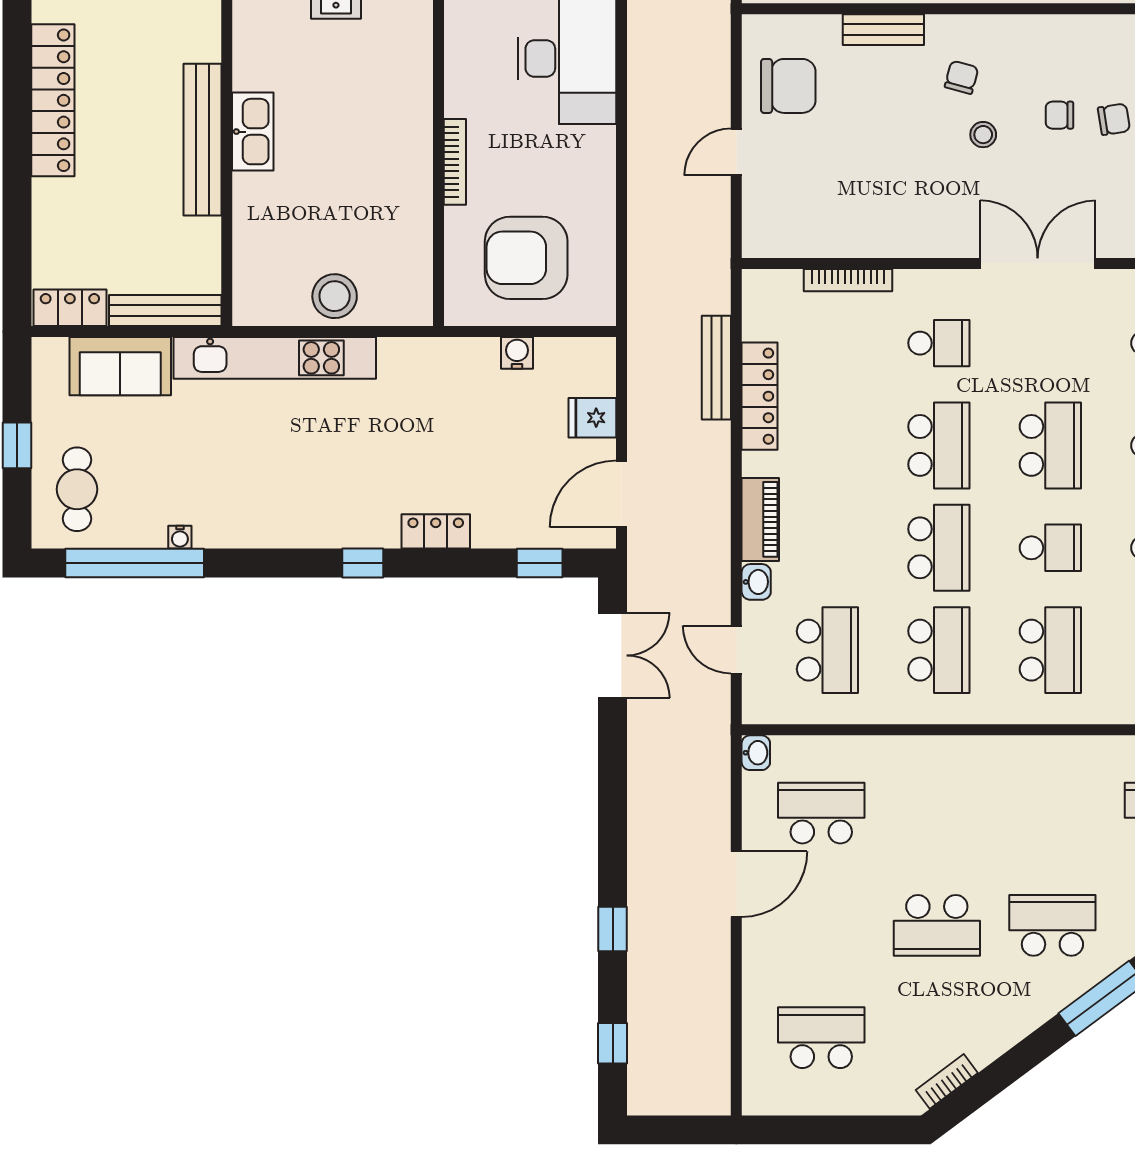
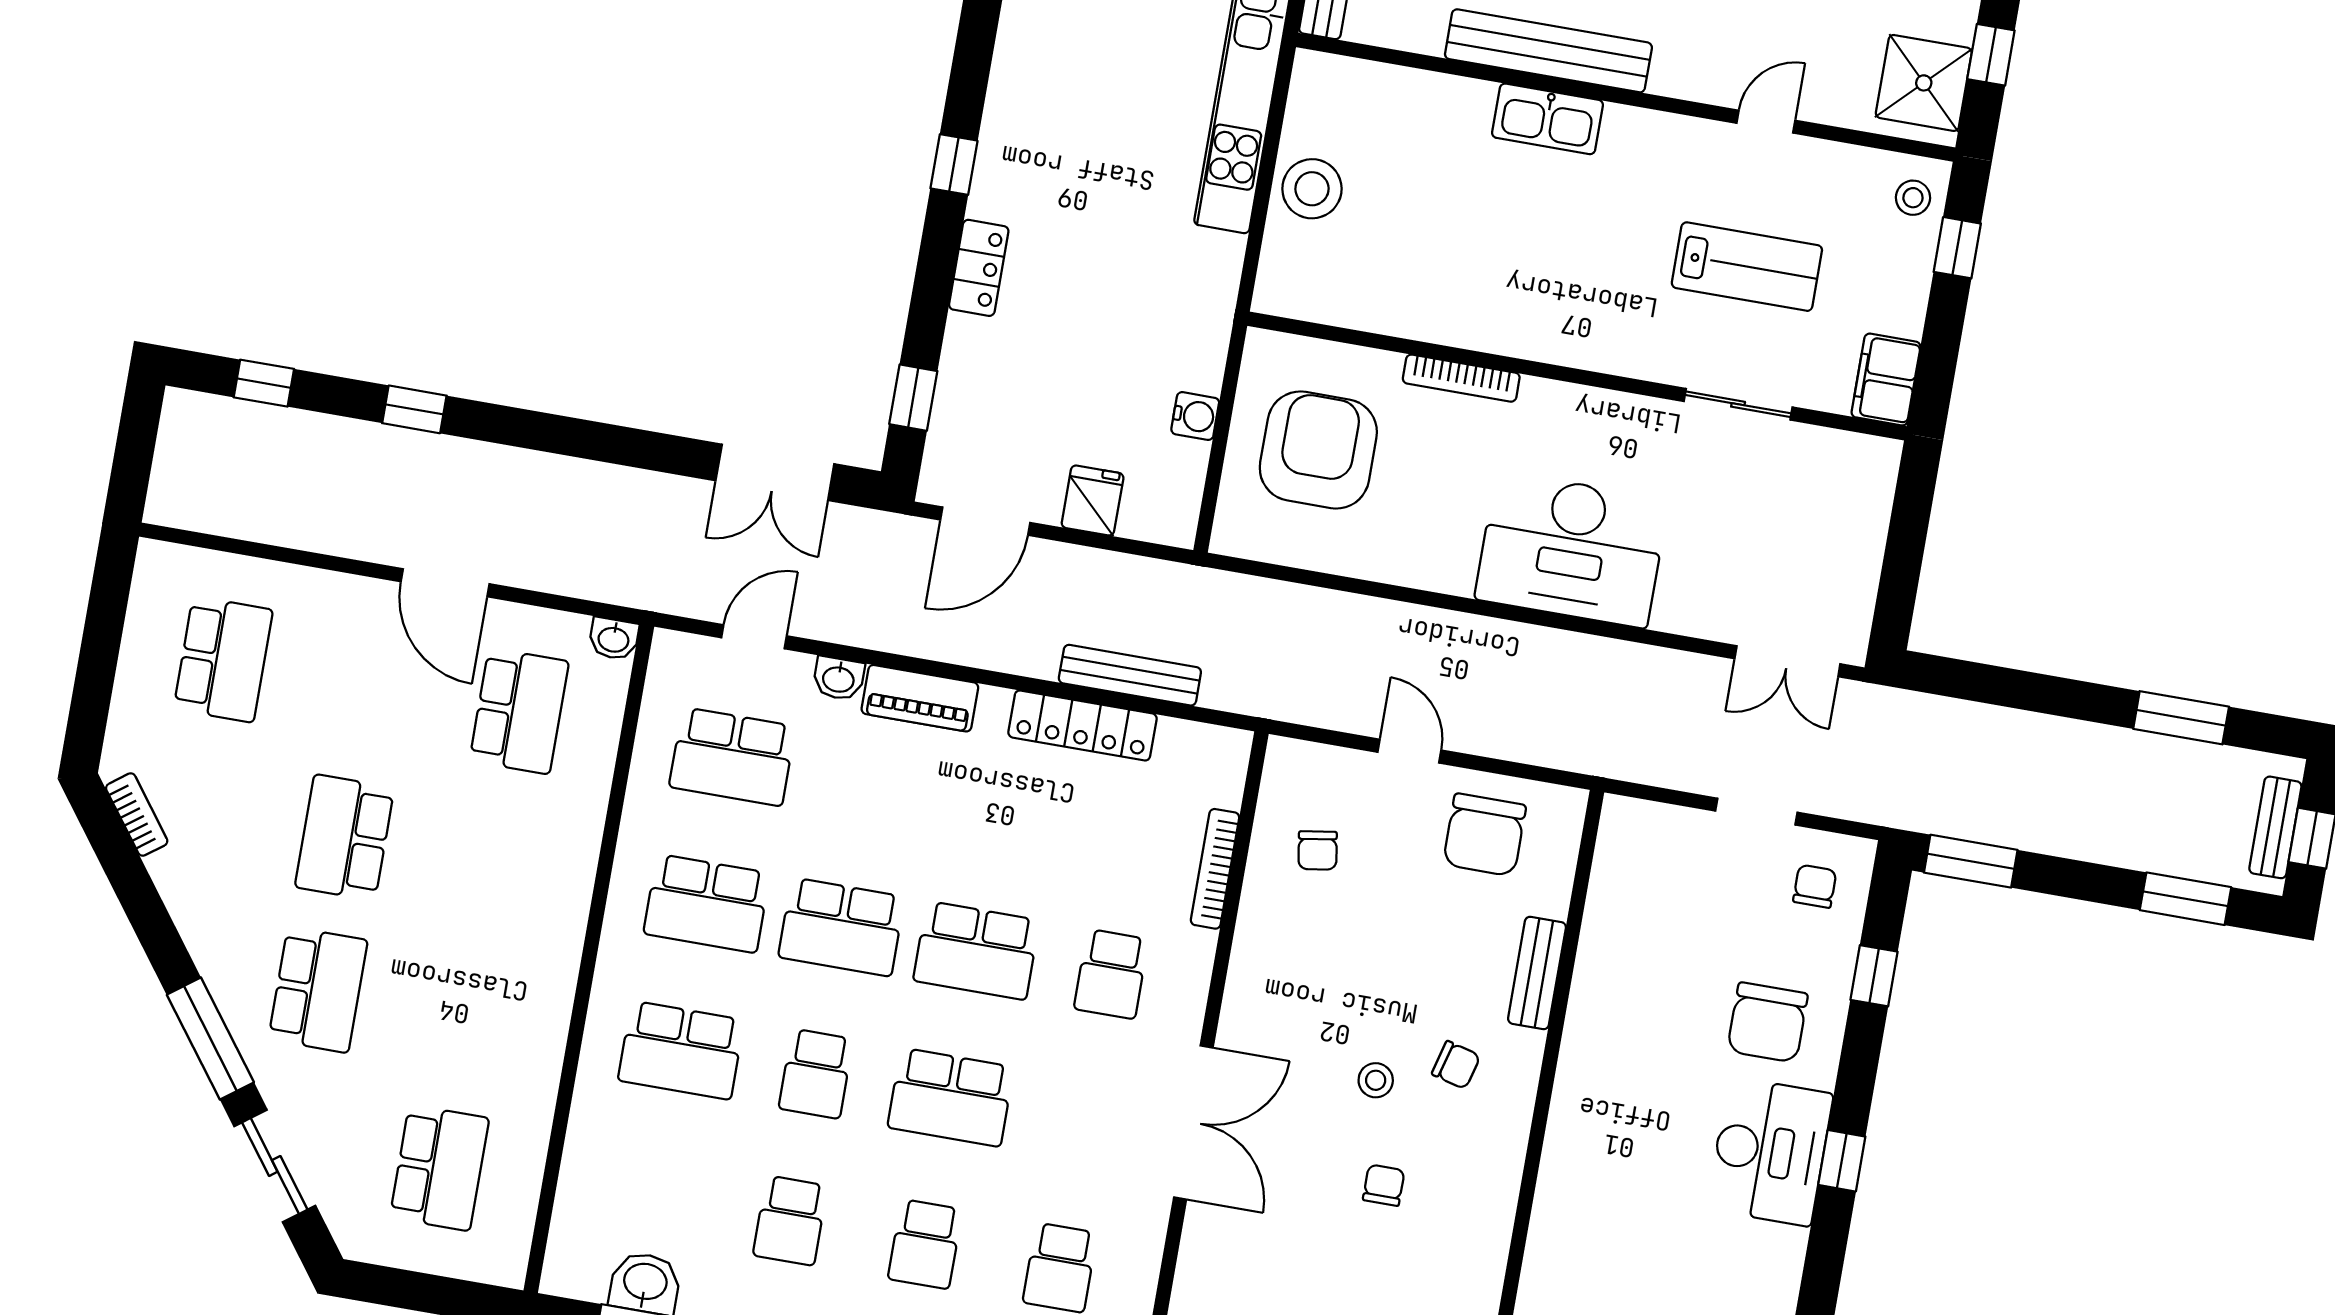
chair: (1114, 119) -> (1318, 850), moved
door: (621, 494) -> (985, 521), swing flipped

